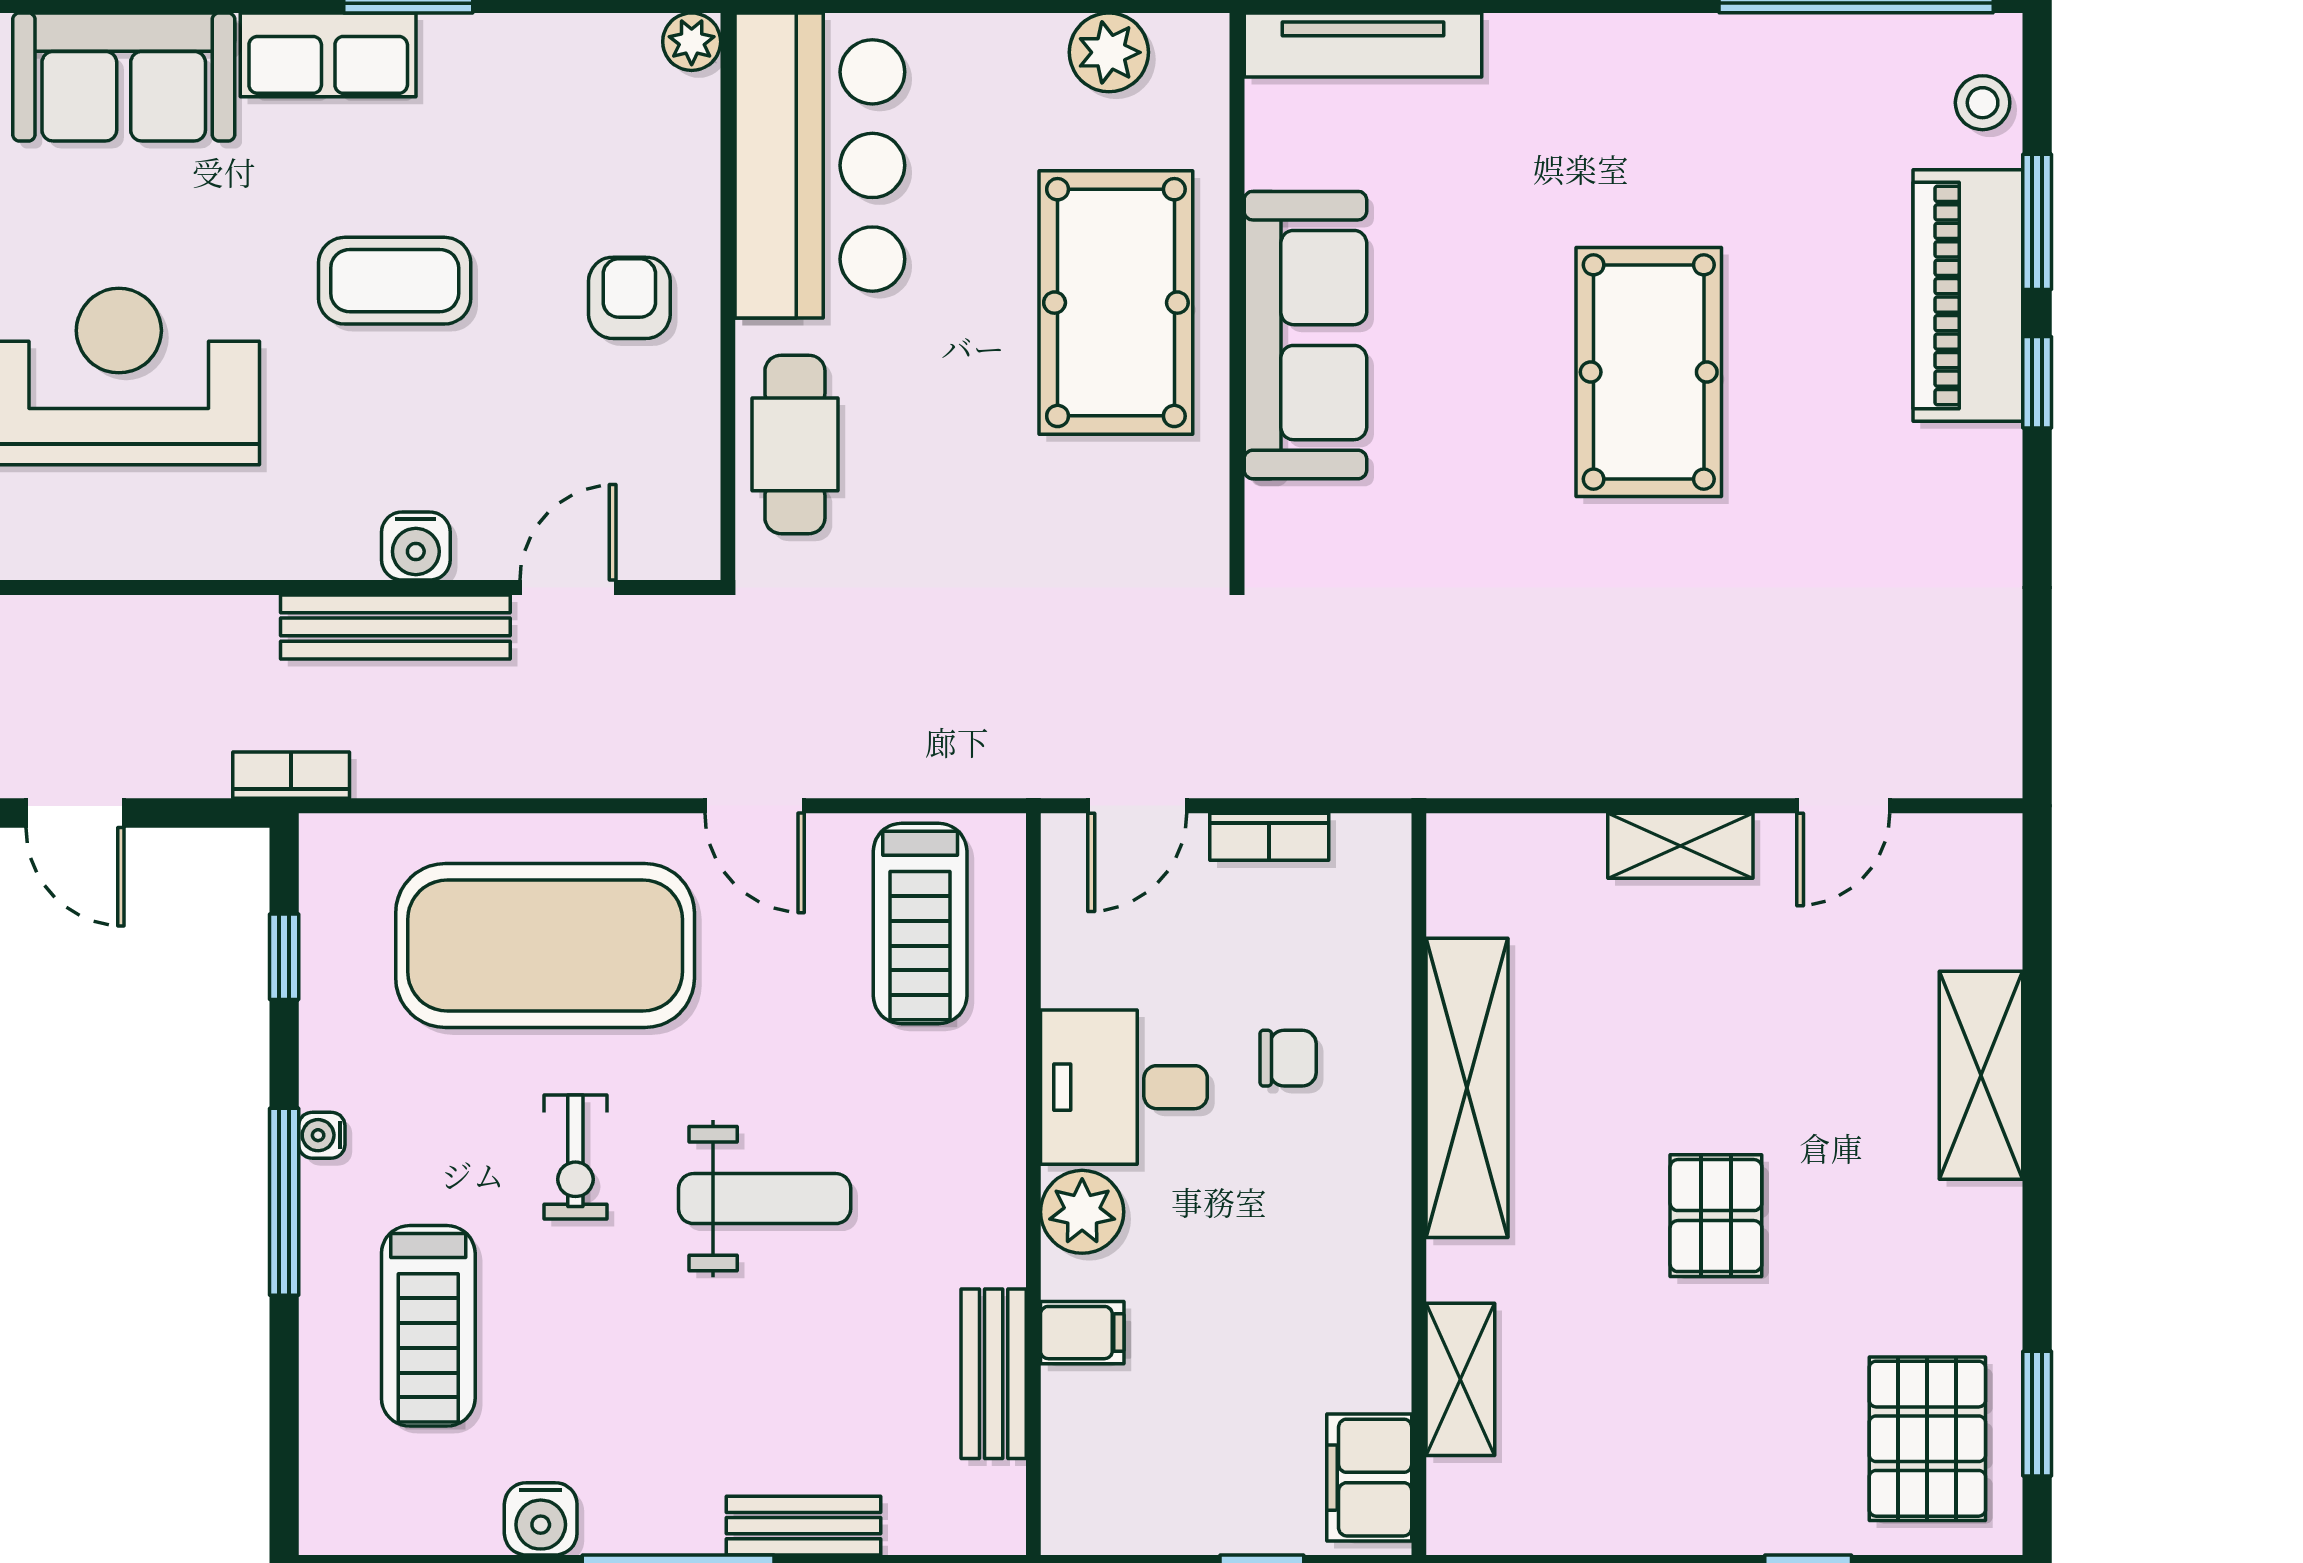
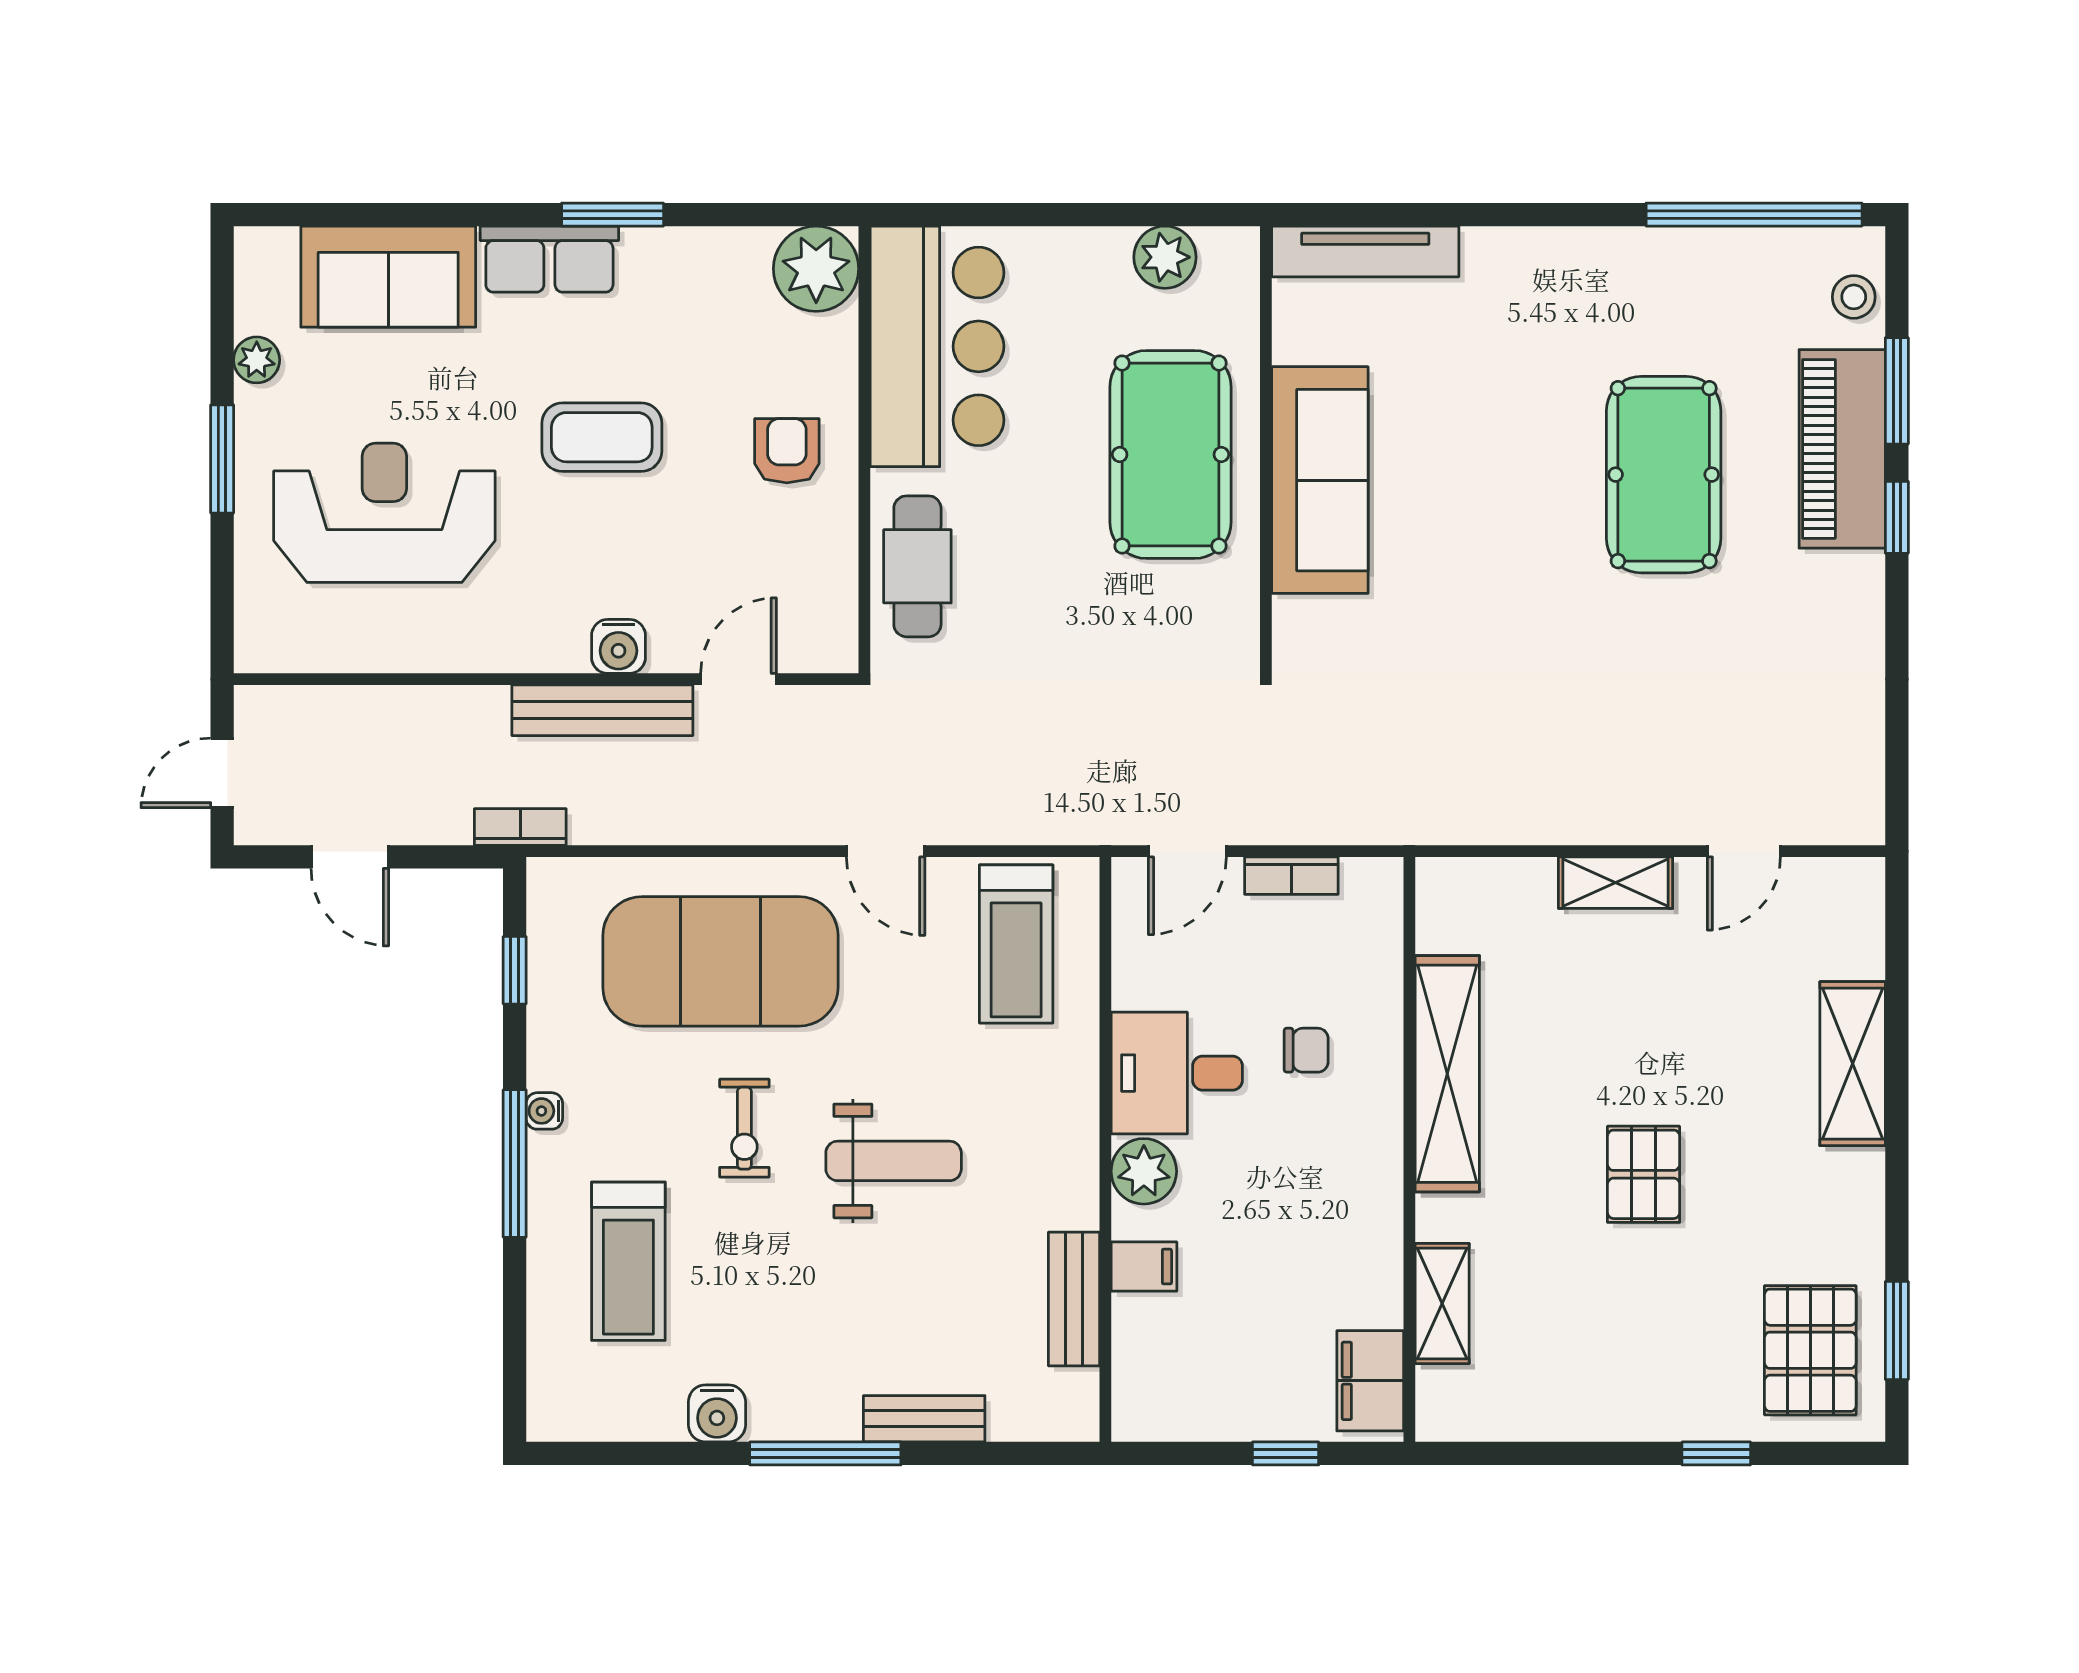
plant: (692, 42) -> (816, 269), width x1.88, depth x1.88
pool table: (1649, 372) -> (1664, 475), moved

